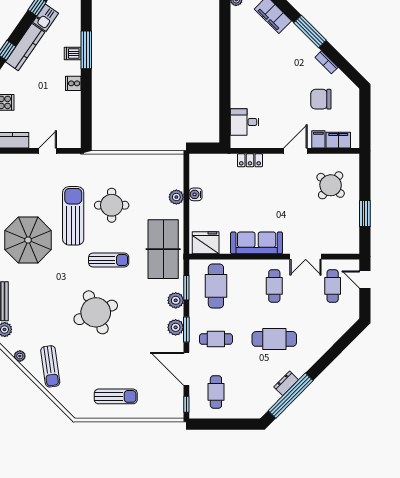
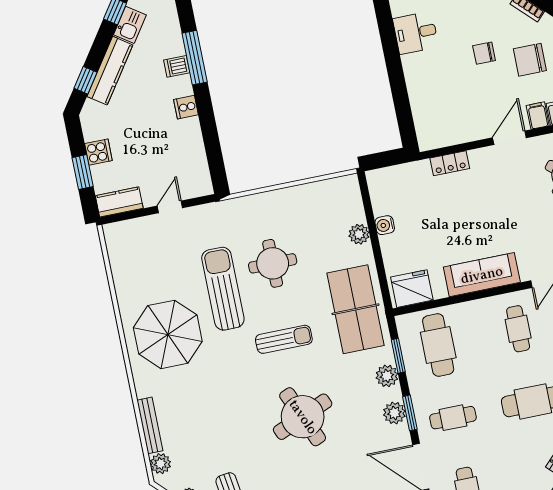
chair: (290, 88) -> (484, 53), added
desk: (245, 122) -> (416, 33), moved
round table: (96, 312) -> (303, 417), moved

